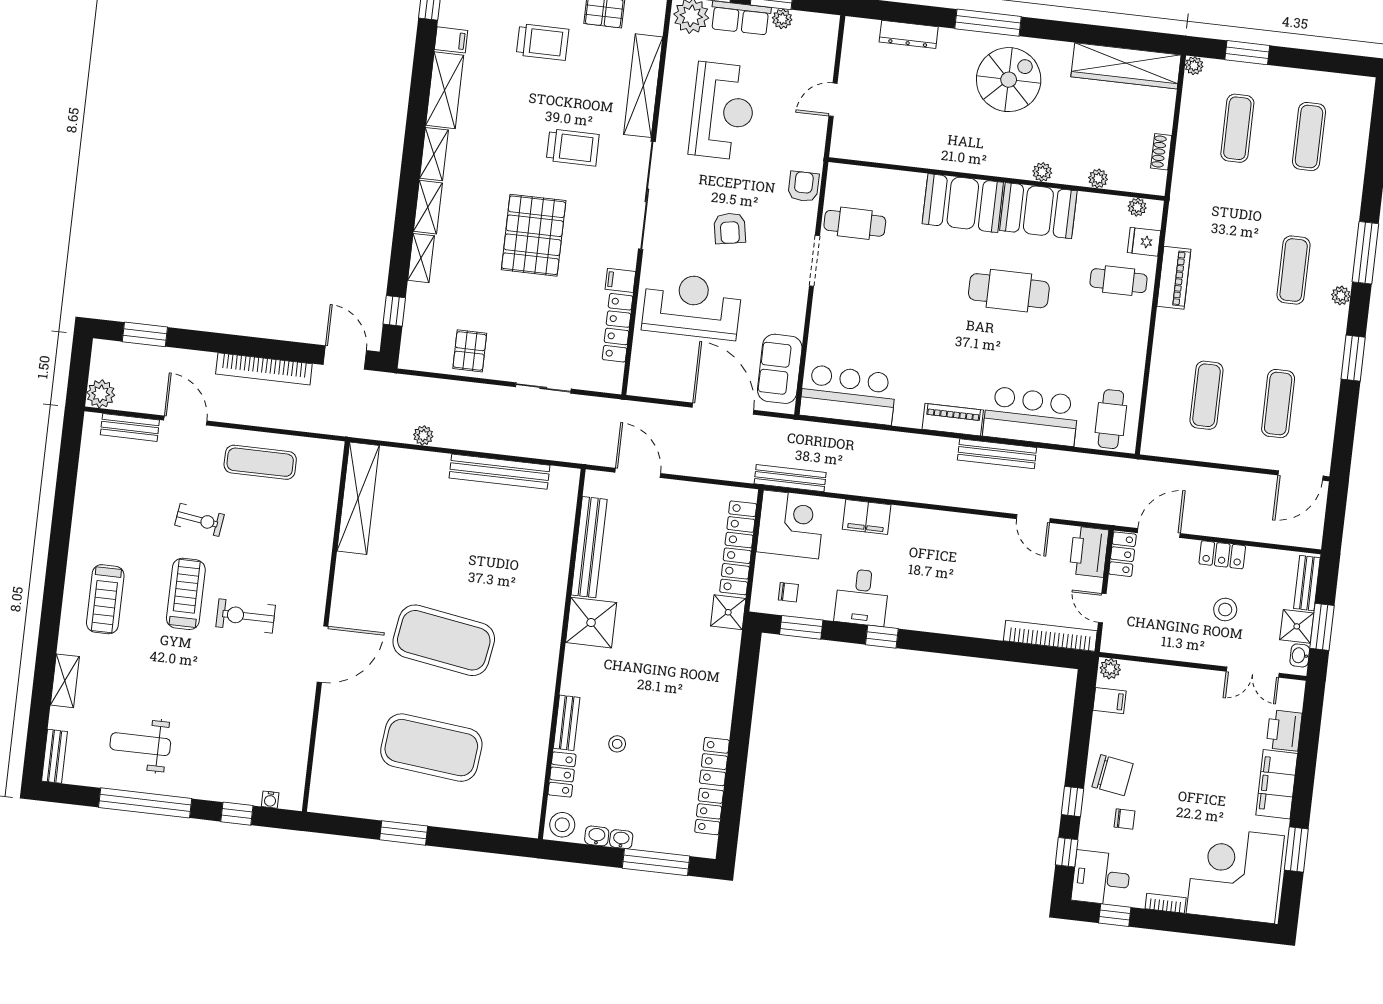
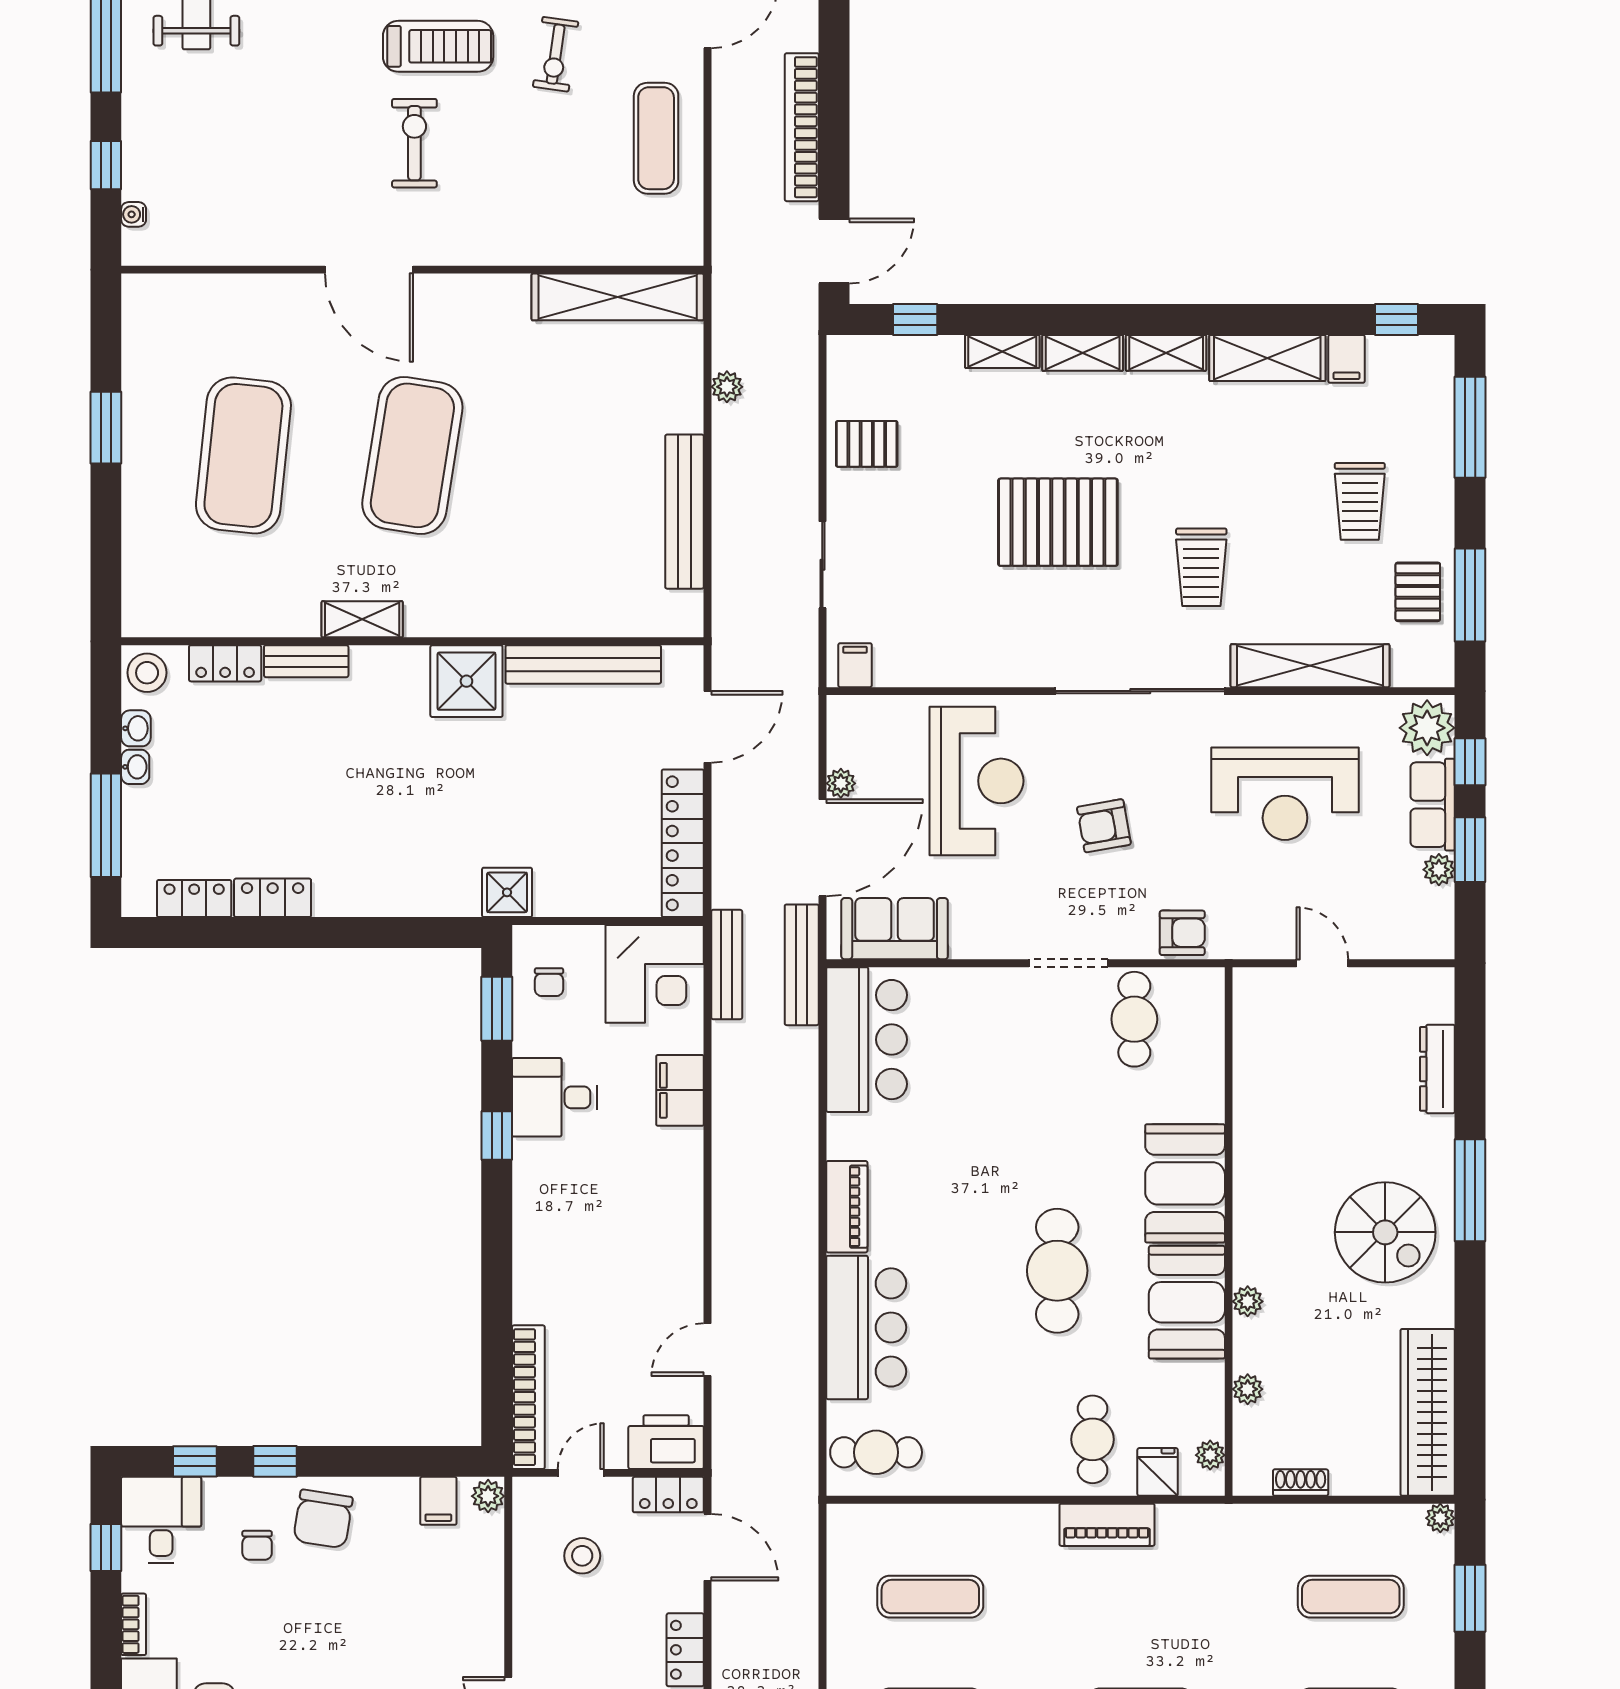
filing cabinet: (620, 280) -> (855, 665), moved
locker: (618, 328) -> (929, 669), removed
plant: (683, 392) -> (841, 783), added
bench: (997, 454) -> (802, 965), moved
locker: (738, 548) -> (683, 843), moved, turned -90
stool: (1225, 610) -> (582, 1556), moved
shelving: (544, 684) -> (362, 619), added
stool: (617, 744) -> (283, 744), removed

